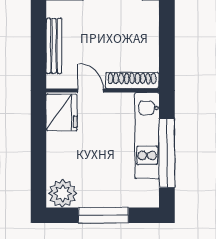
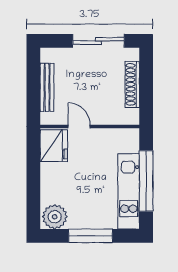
shoe rack: (132, 81) -> (132, 84), moved, turned -90
kitchen unit: (147, 136) -> (129, 191), moved

